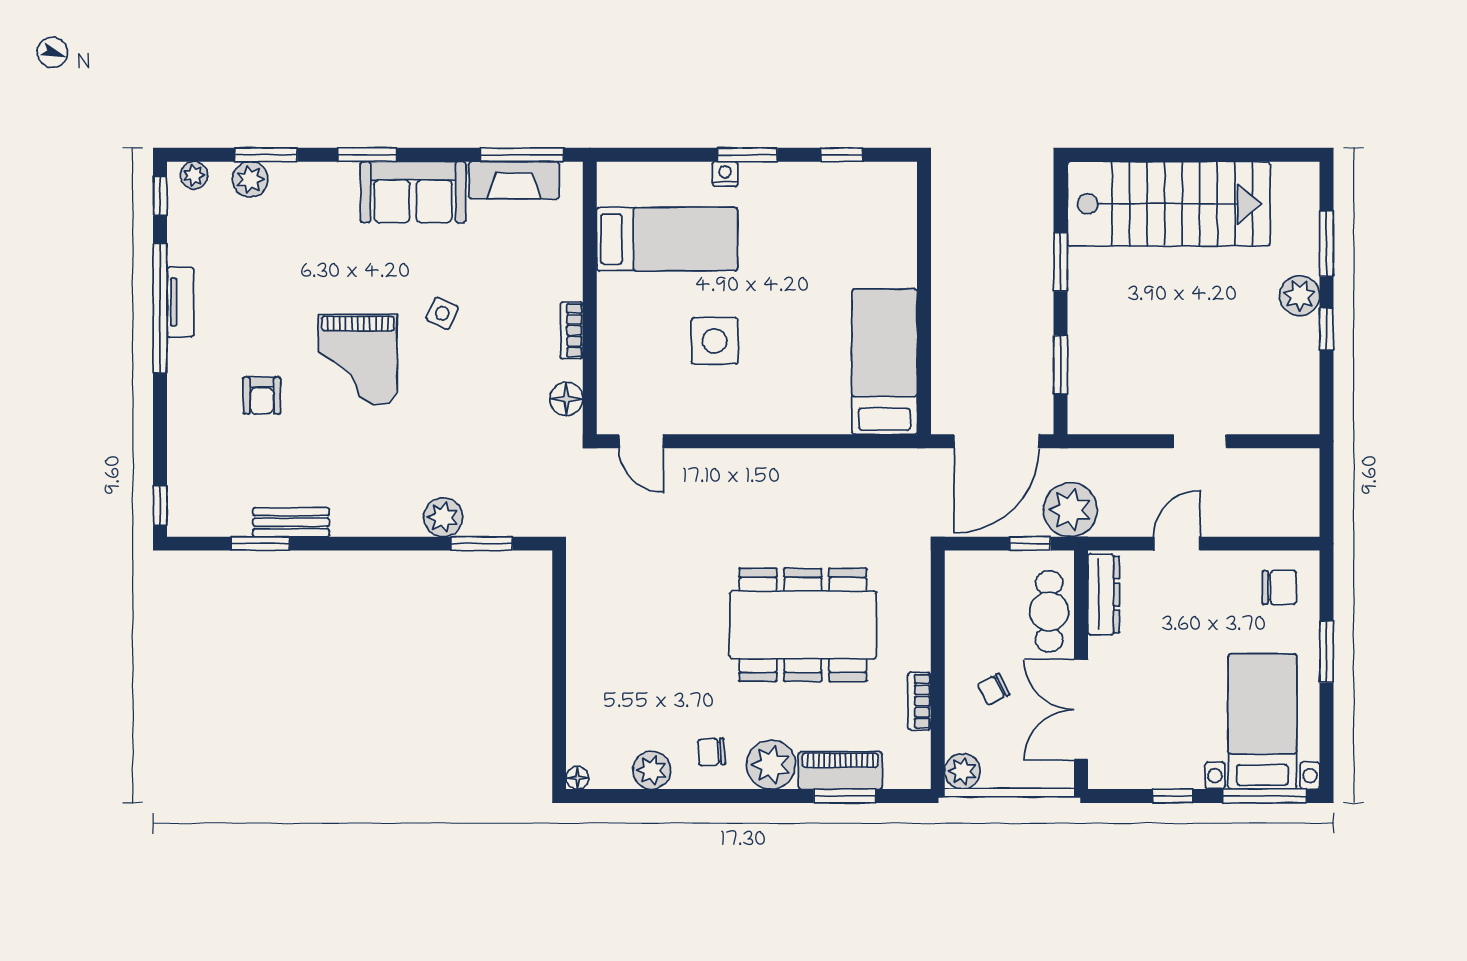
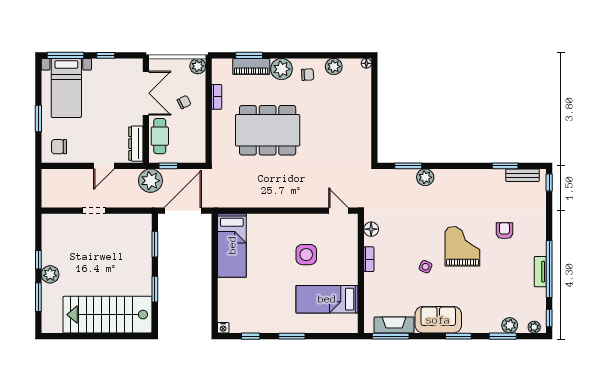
nightstand: (725, 174) -> (223, 328), moved
bench: (291, 522) -> (523, 175), moved

